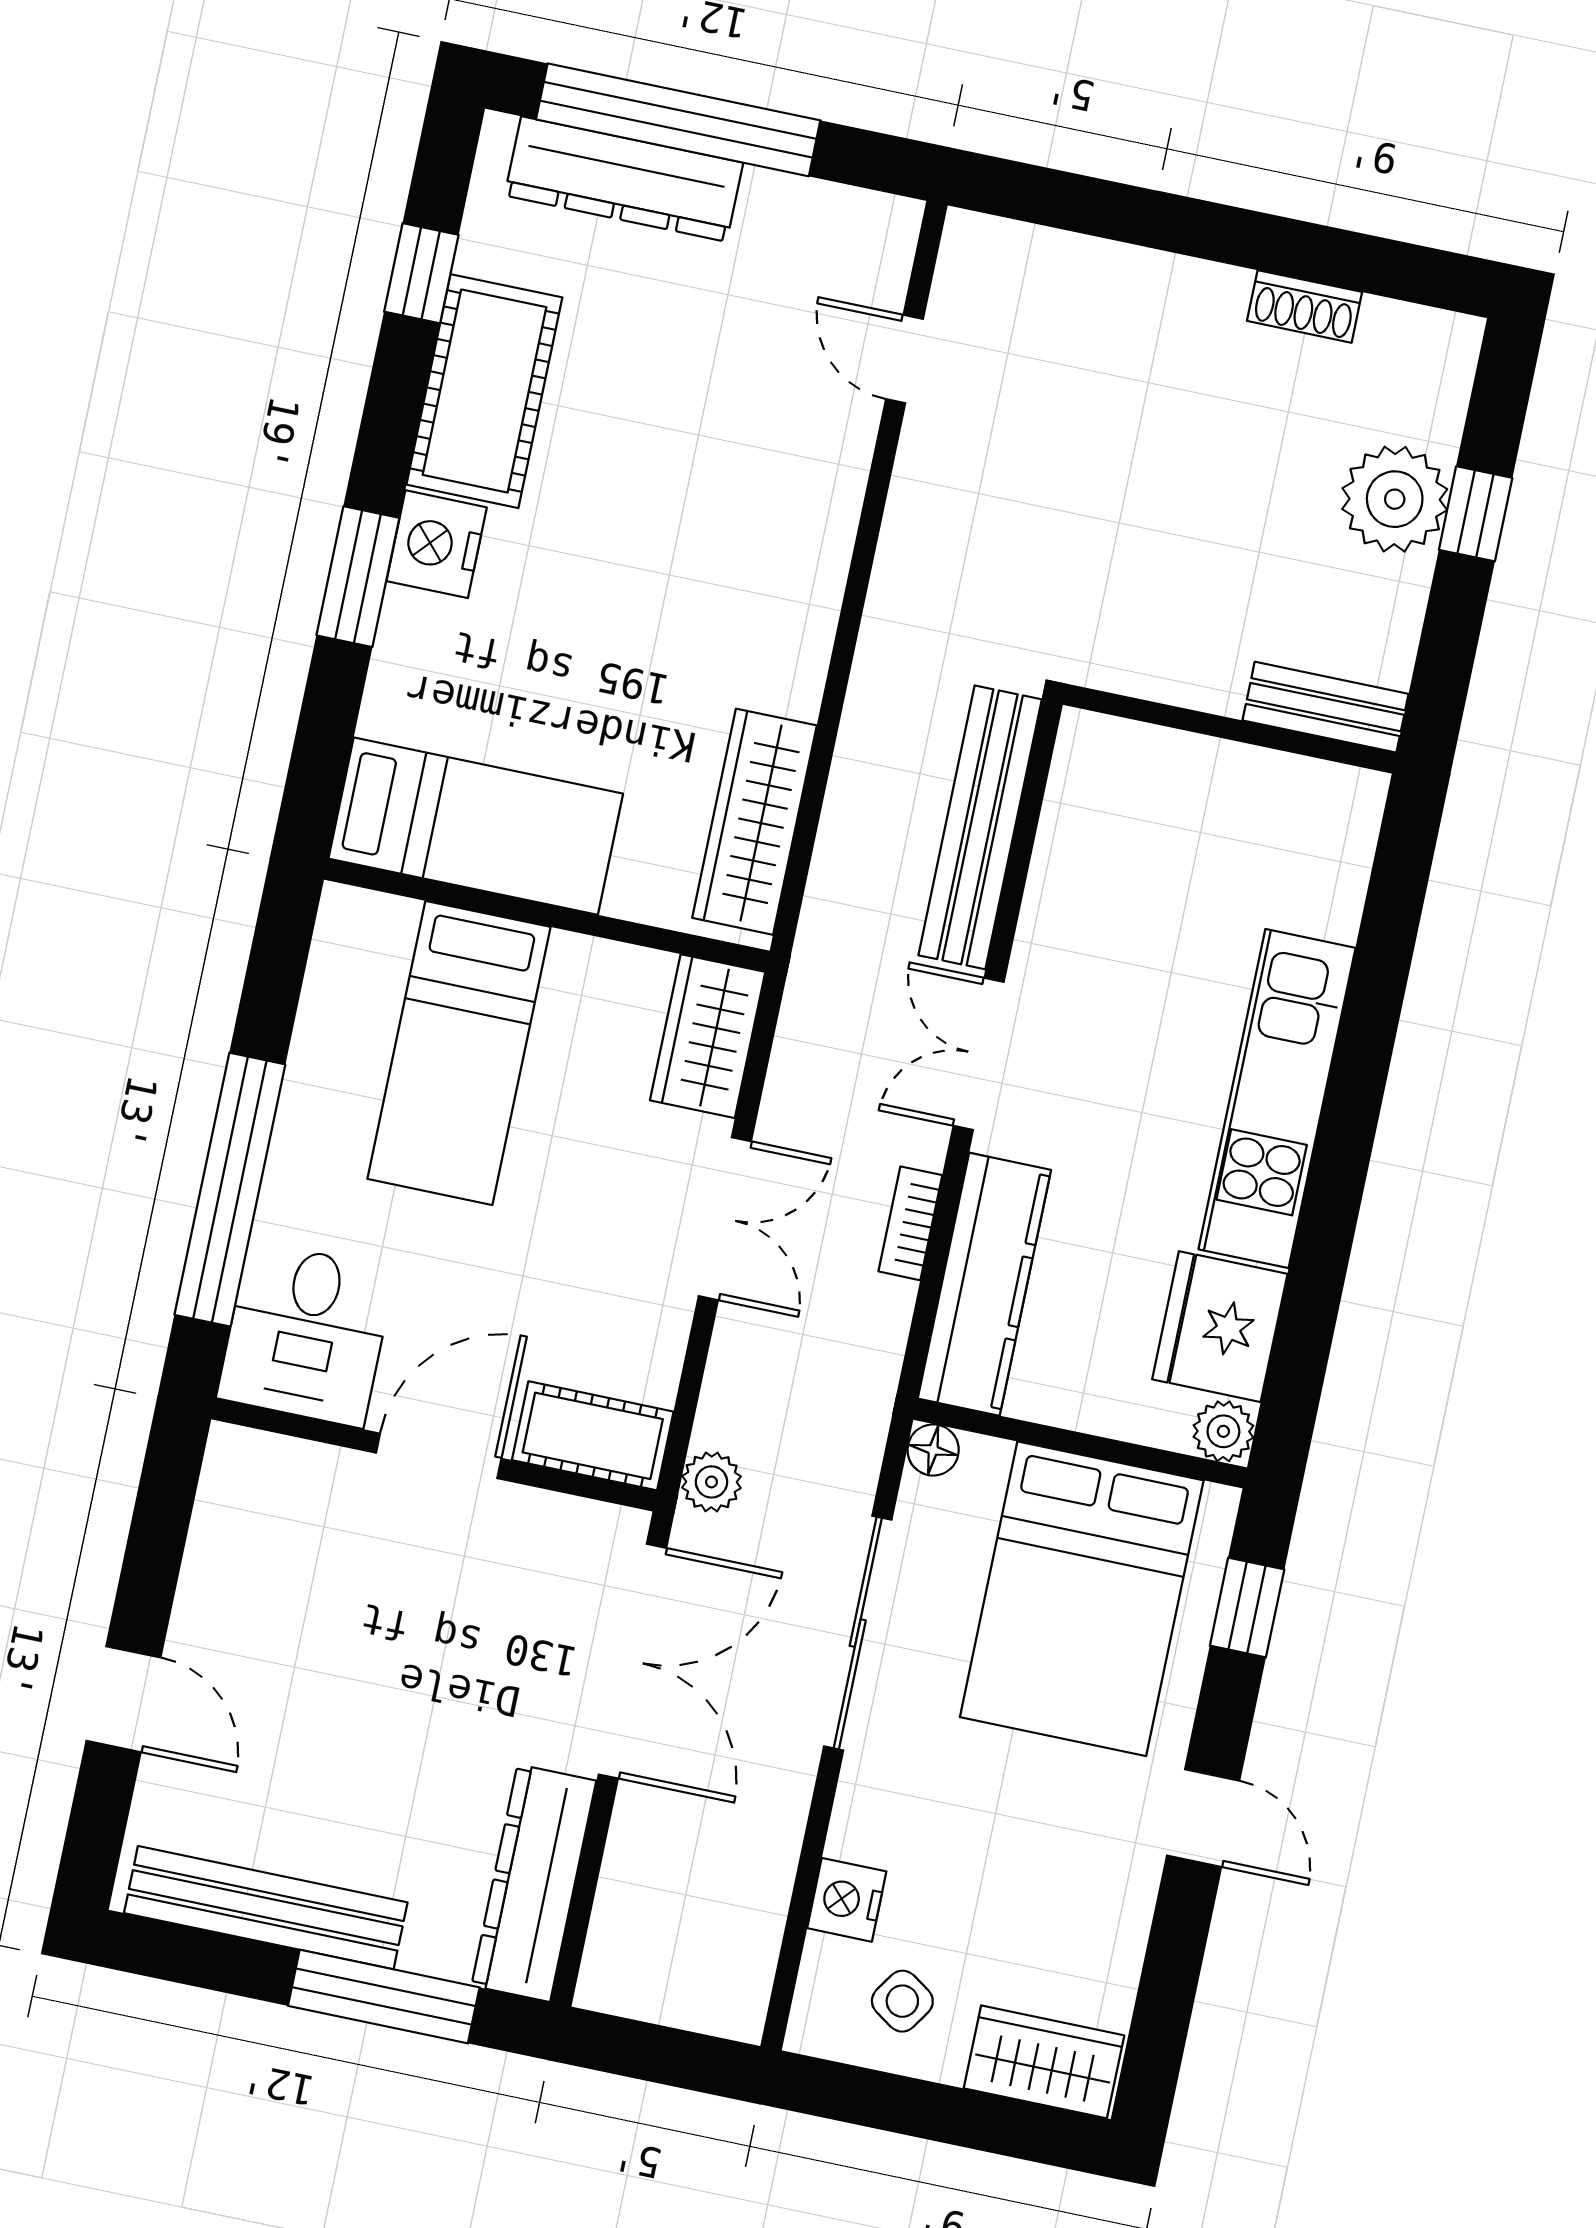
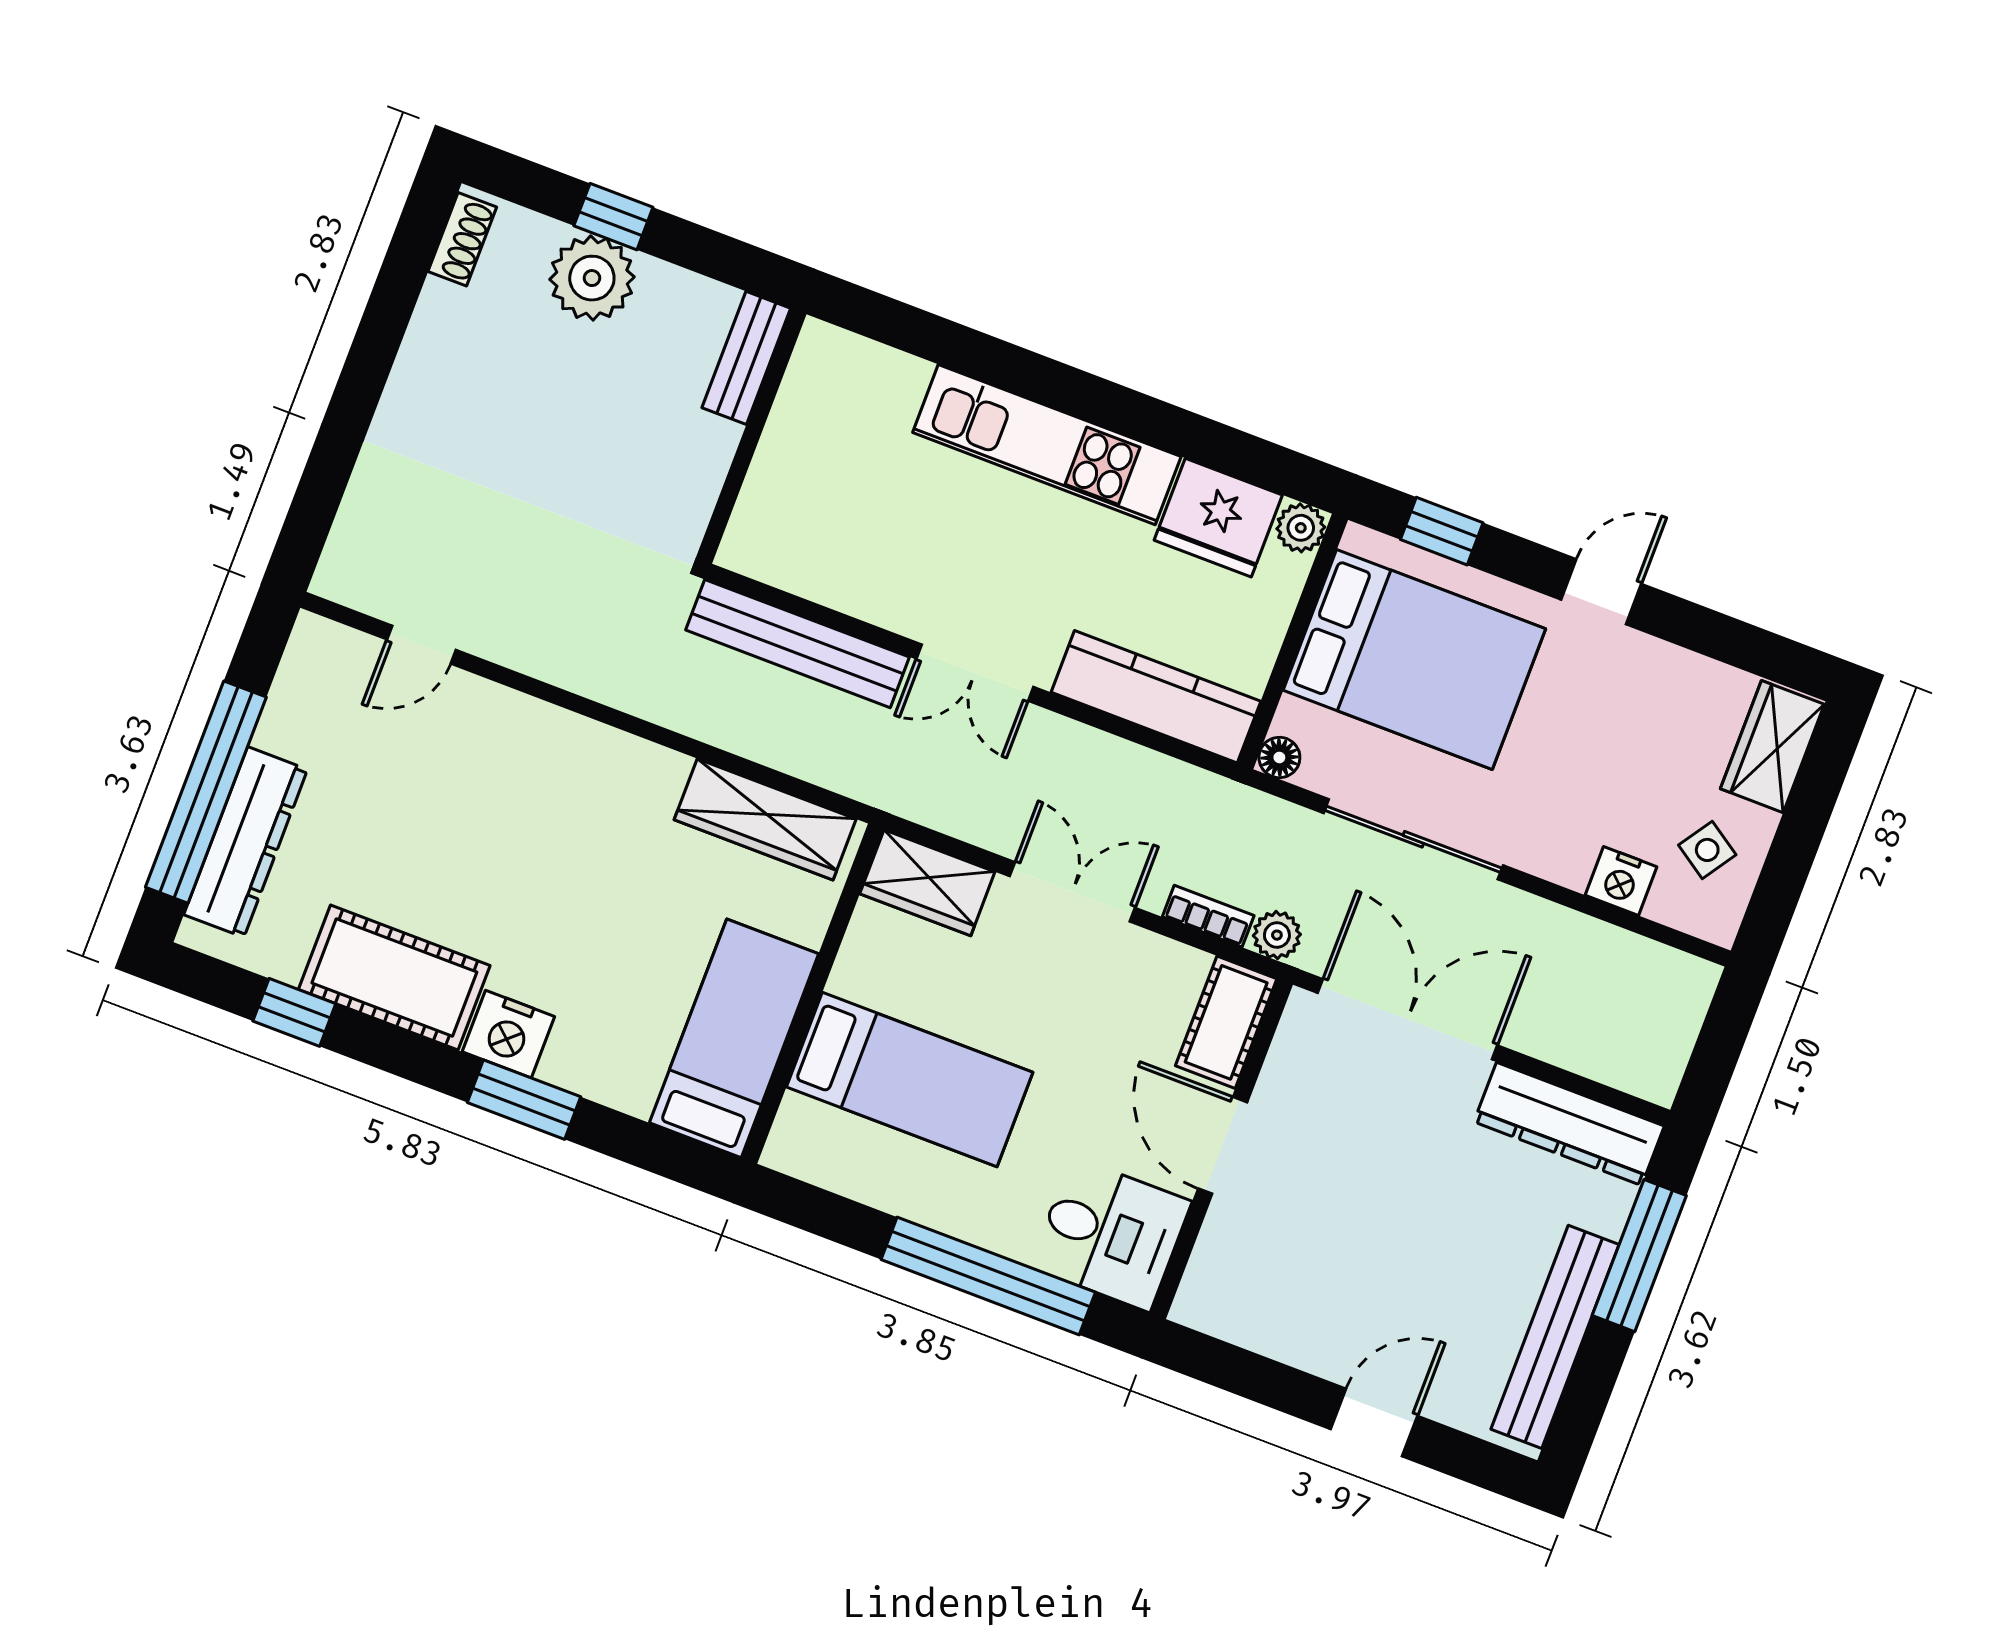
shoe rack: (1305, 306) -> (462, 239), moved
bookcase: (910, 1223) -> (1208, 916), moved, turned 180

